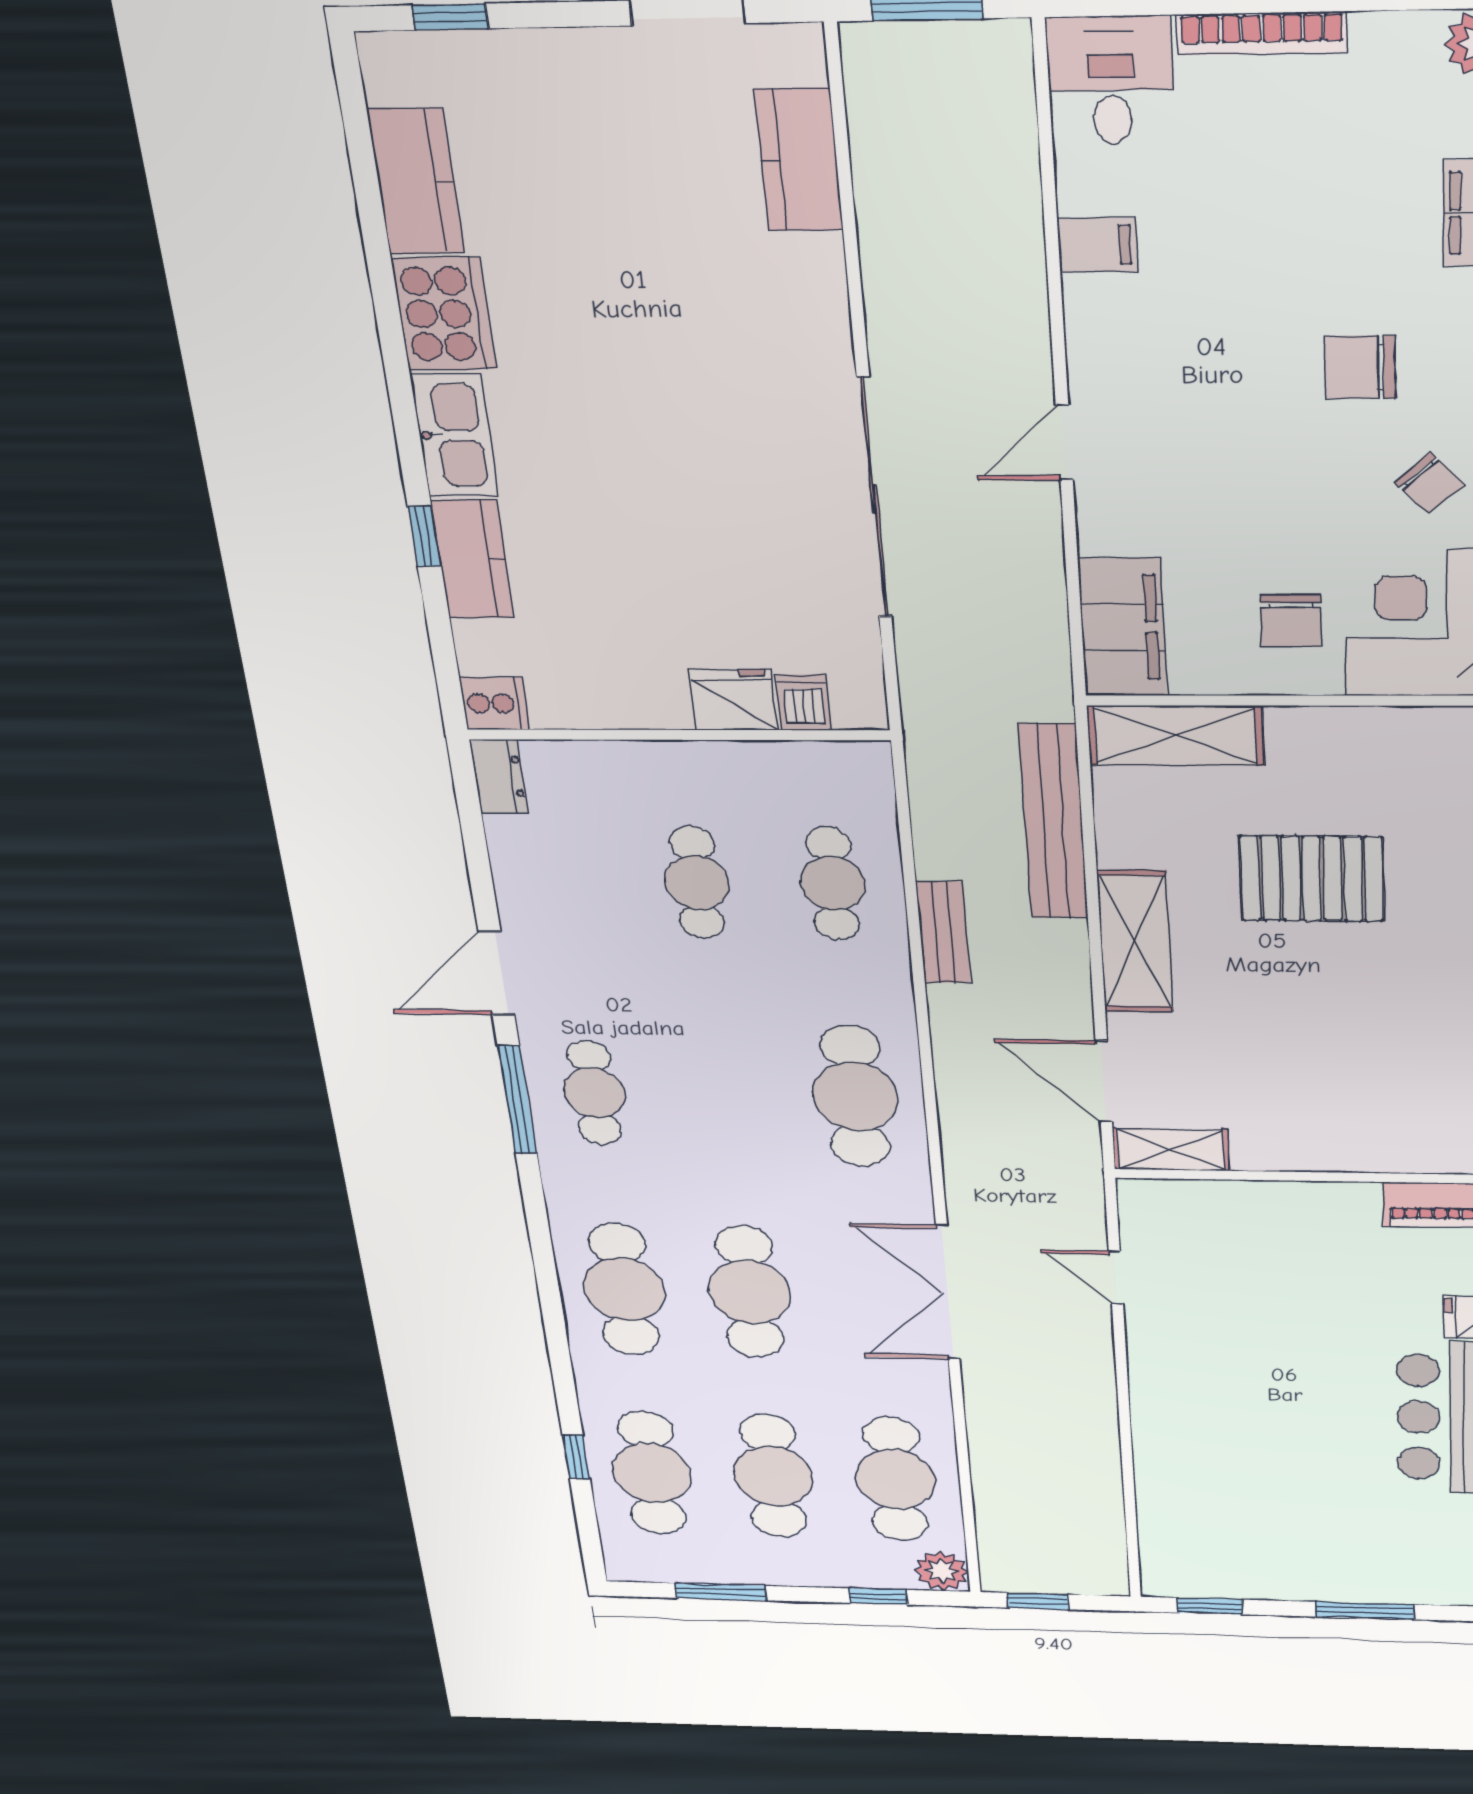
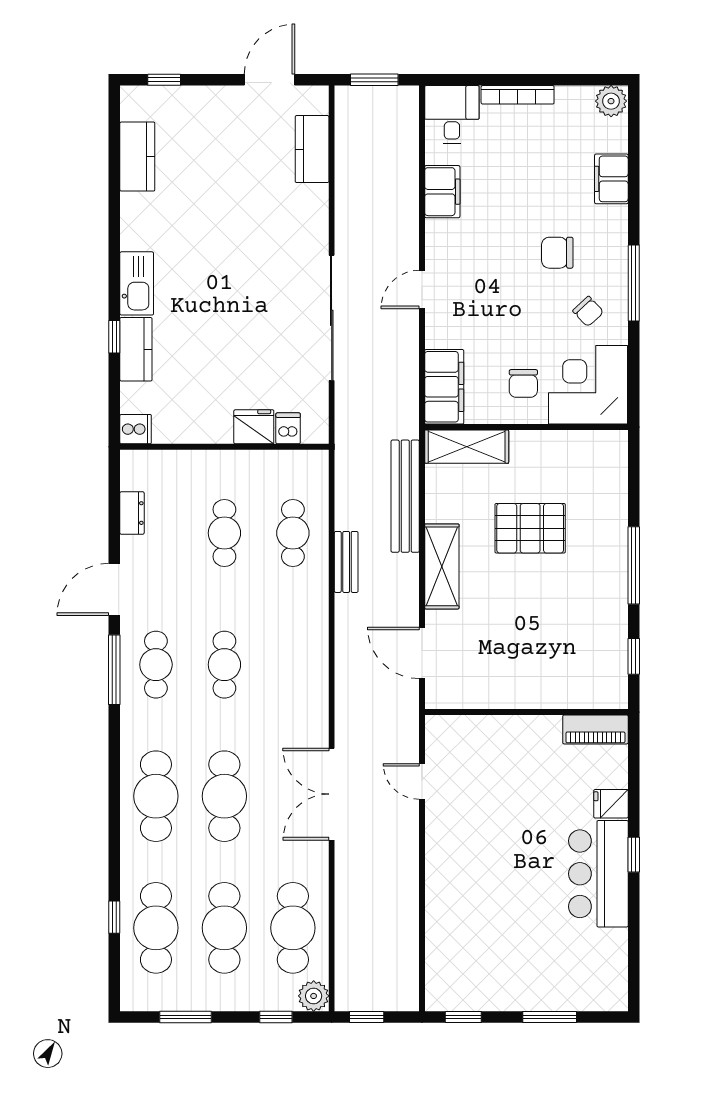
filing cabinet: (1098, 245) -> (442, 192), width x2.00
cooker: (444, 314) -> (141, 221), removed
dresser: (499, 776) -> (132, 513), moved
cafe table: (855, 1096) -> (224, 665), moved, width x0.73, depth x0.74
shelving: (1171, 1149) -> (454, 696), removed

